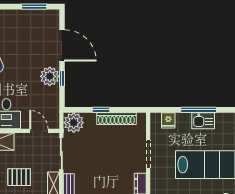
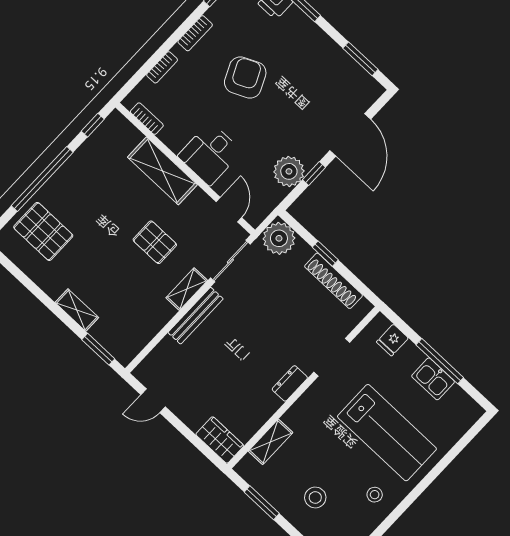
plant: (50, 76) -> (289, 171), moved

